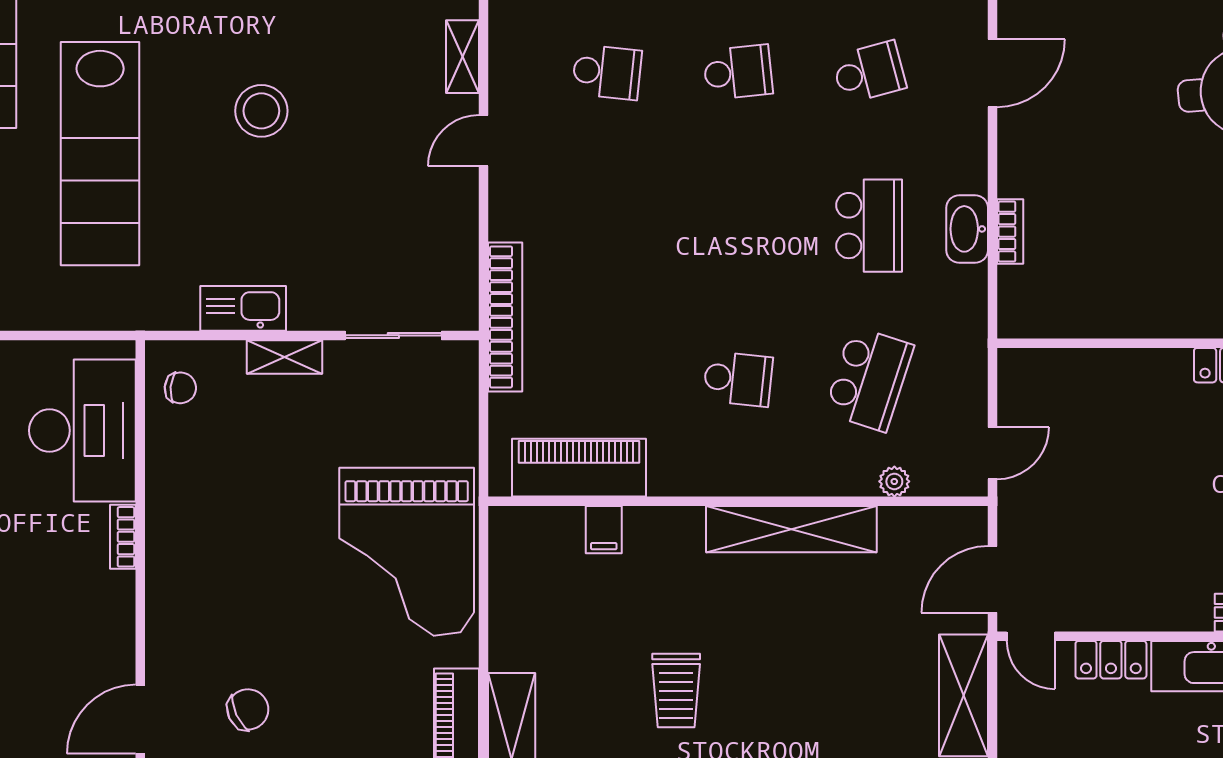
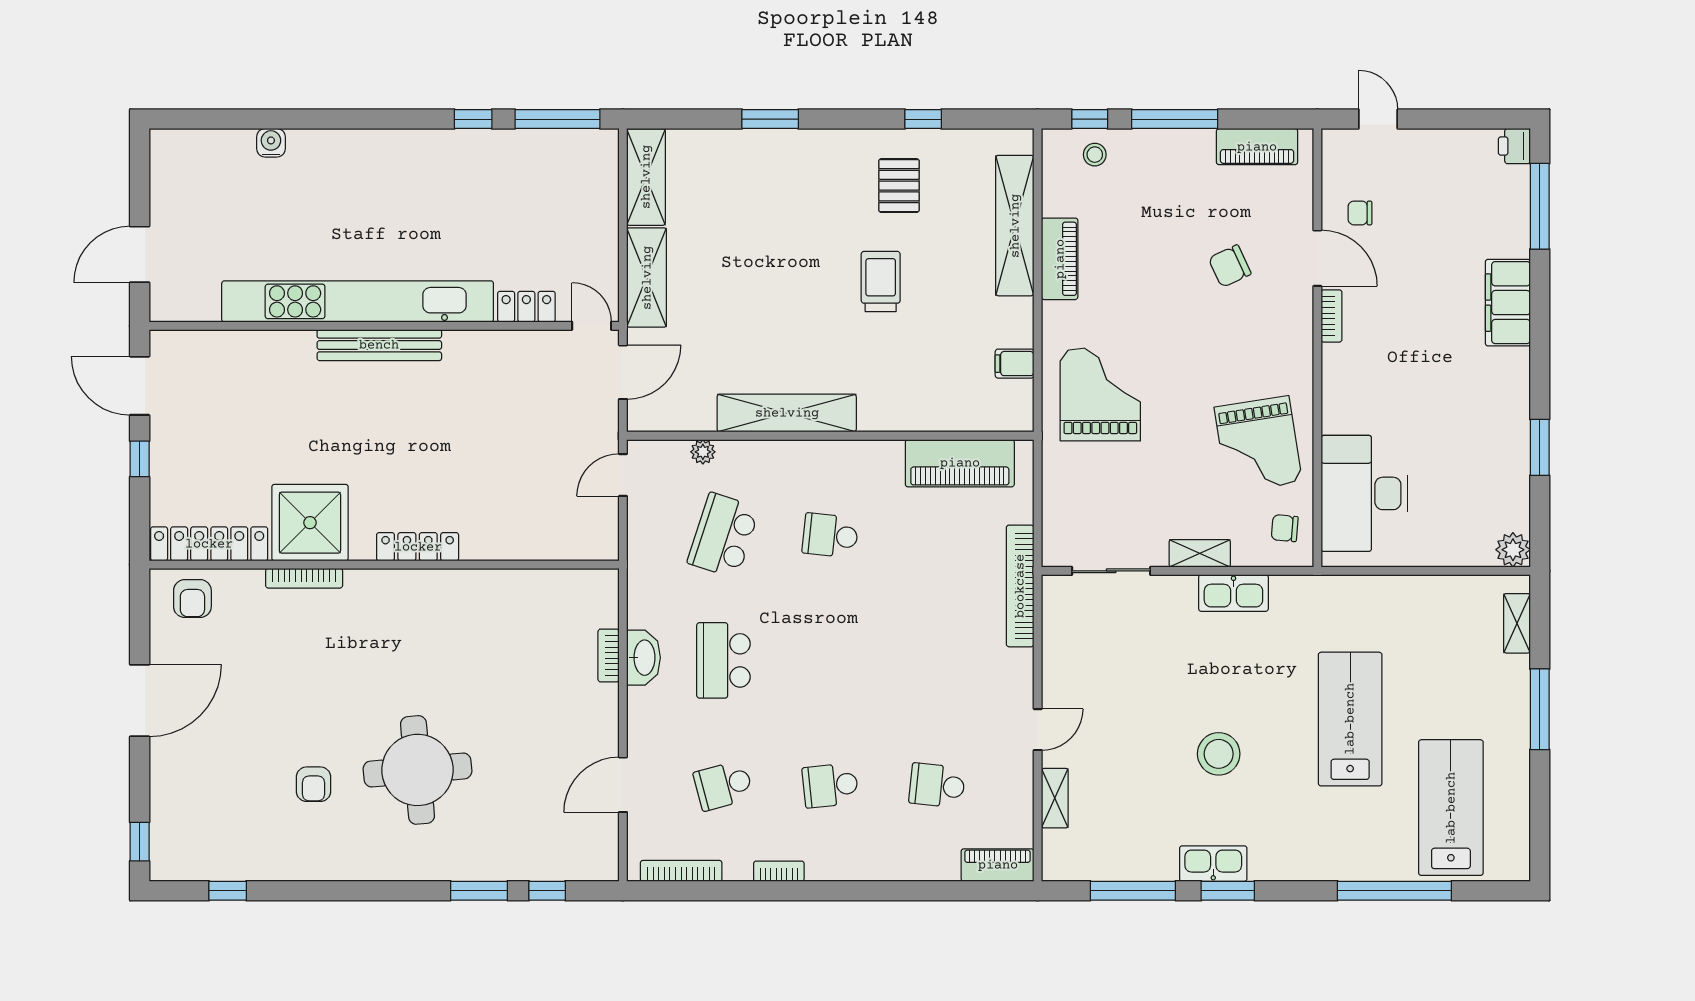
lab bench: (100, 154) -> (1350, 719), width x0.73
grand piano: (213, 491) -> (1258, 444), added
filing cabinet: (604, 530) -> (1015, 364), moved, turned -90
bookcase: (123, 537) -> (1332, 316), moved
grand piano: (407, 552) -> (1100, 395), width x0.73, depth x0.68
door: (140, 719) -> (1317, 258), hinge flipped

